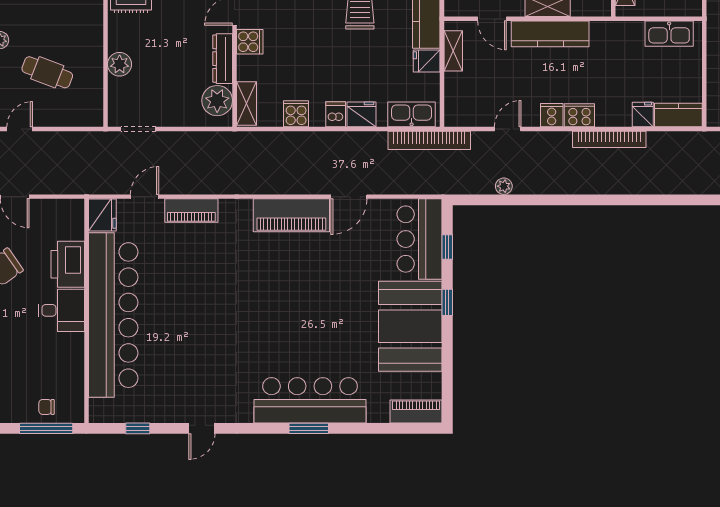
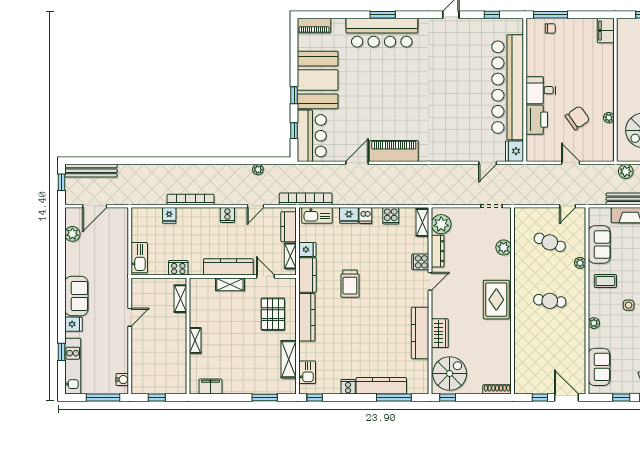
kitchen sink: (669, 34) -> (139, 258), moved, turned 90
cooker: (579, 115) -> (178, 268), moved, turned 180
kitchen counter: (678, 115) -> (289, 227), moved, turned 90
piano: (191, 211) -> (458, 154), removed

